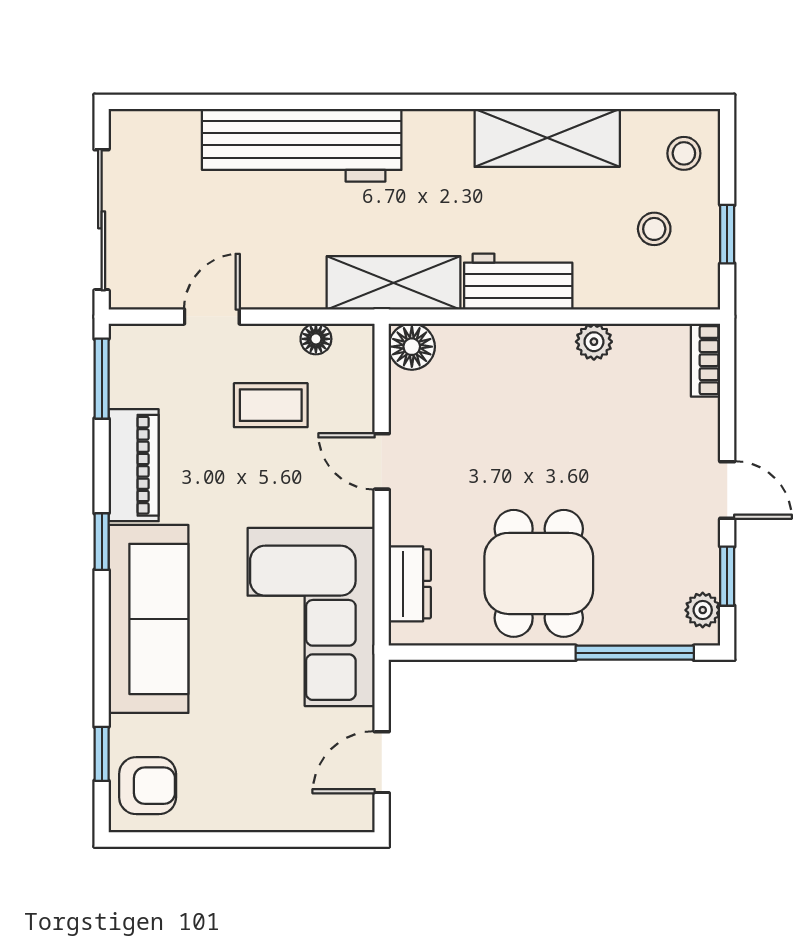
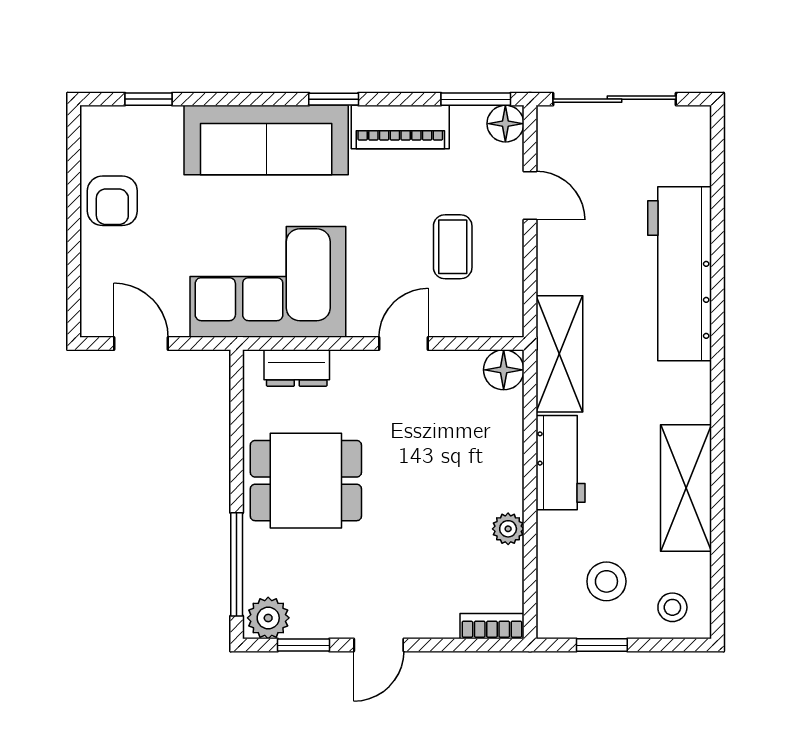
stool: (654, 229) -> (606, 581), width x1.37, depth x1.37
floor lamp: (316, 339) -> (505, 124), moved, width x1.37, depth x1.37
plant: (703, 610) -> (268, 618), width x1.38, depth x1.38
armchair: (148, 786) -> (112, 201), moved

